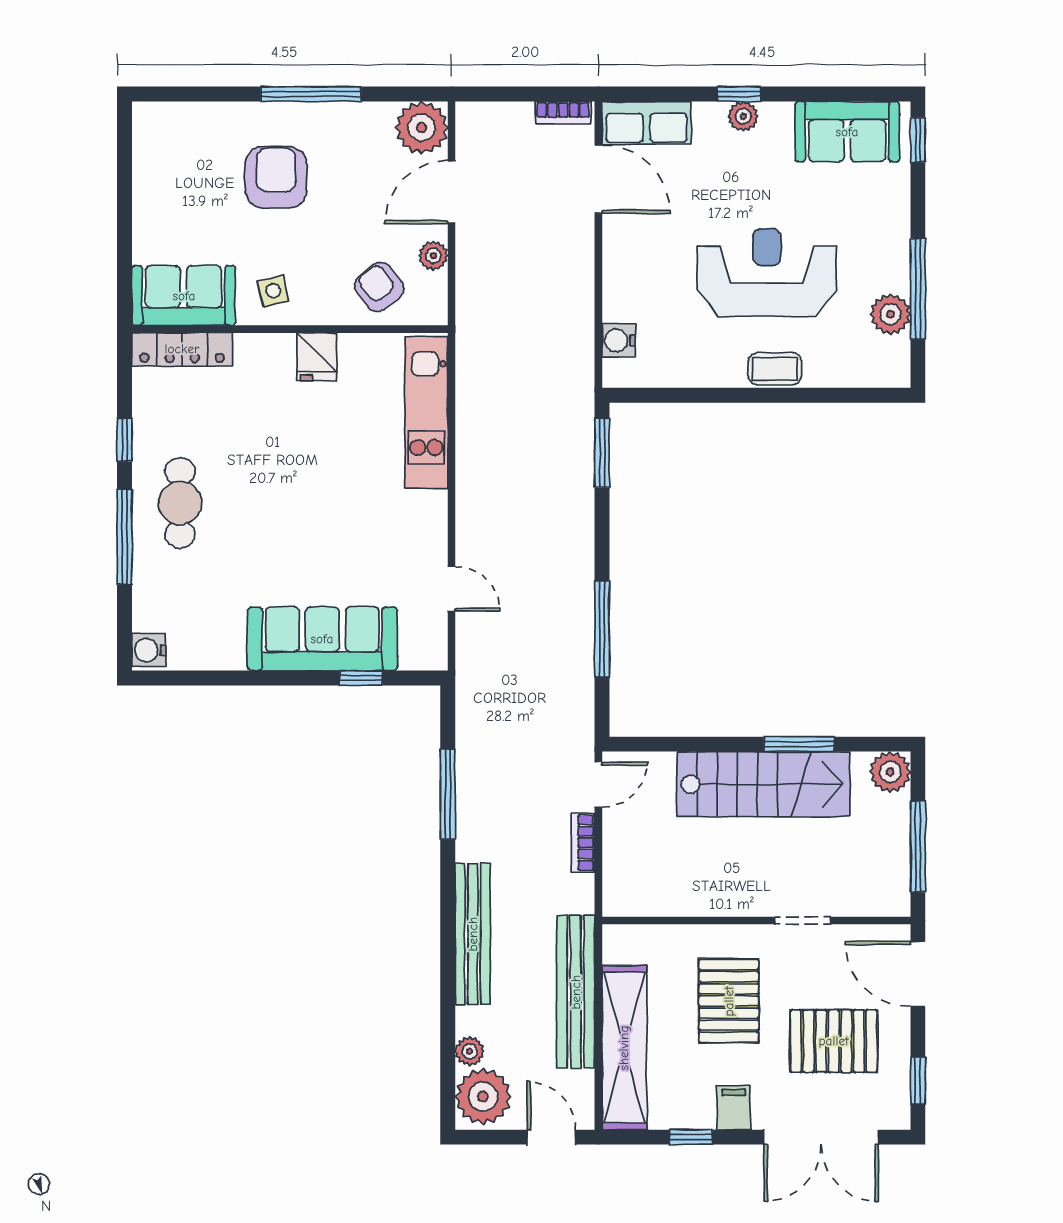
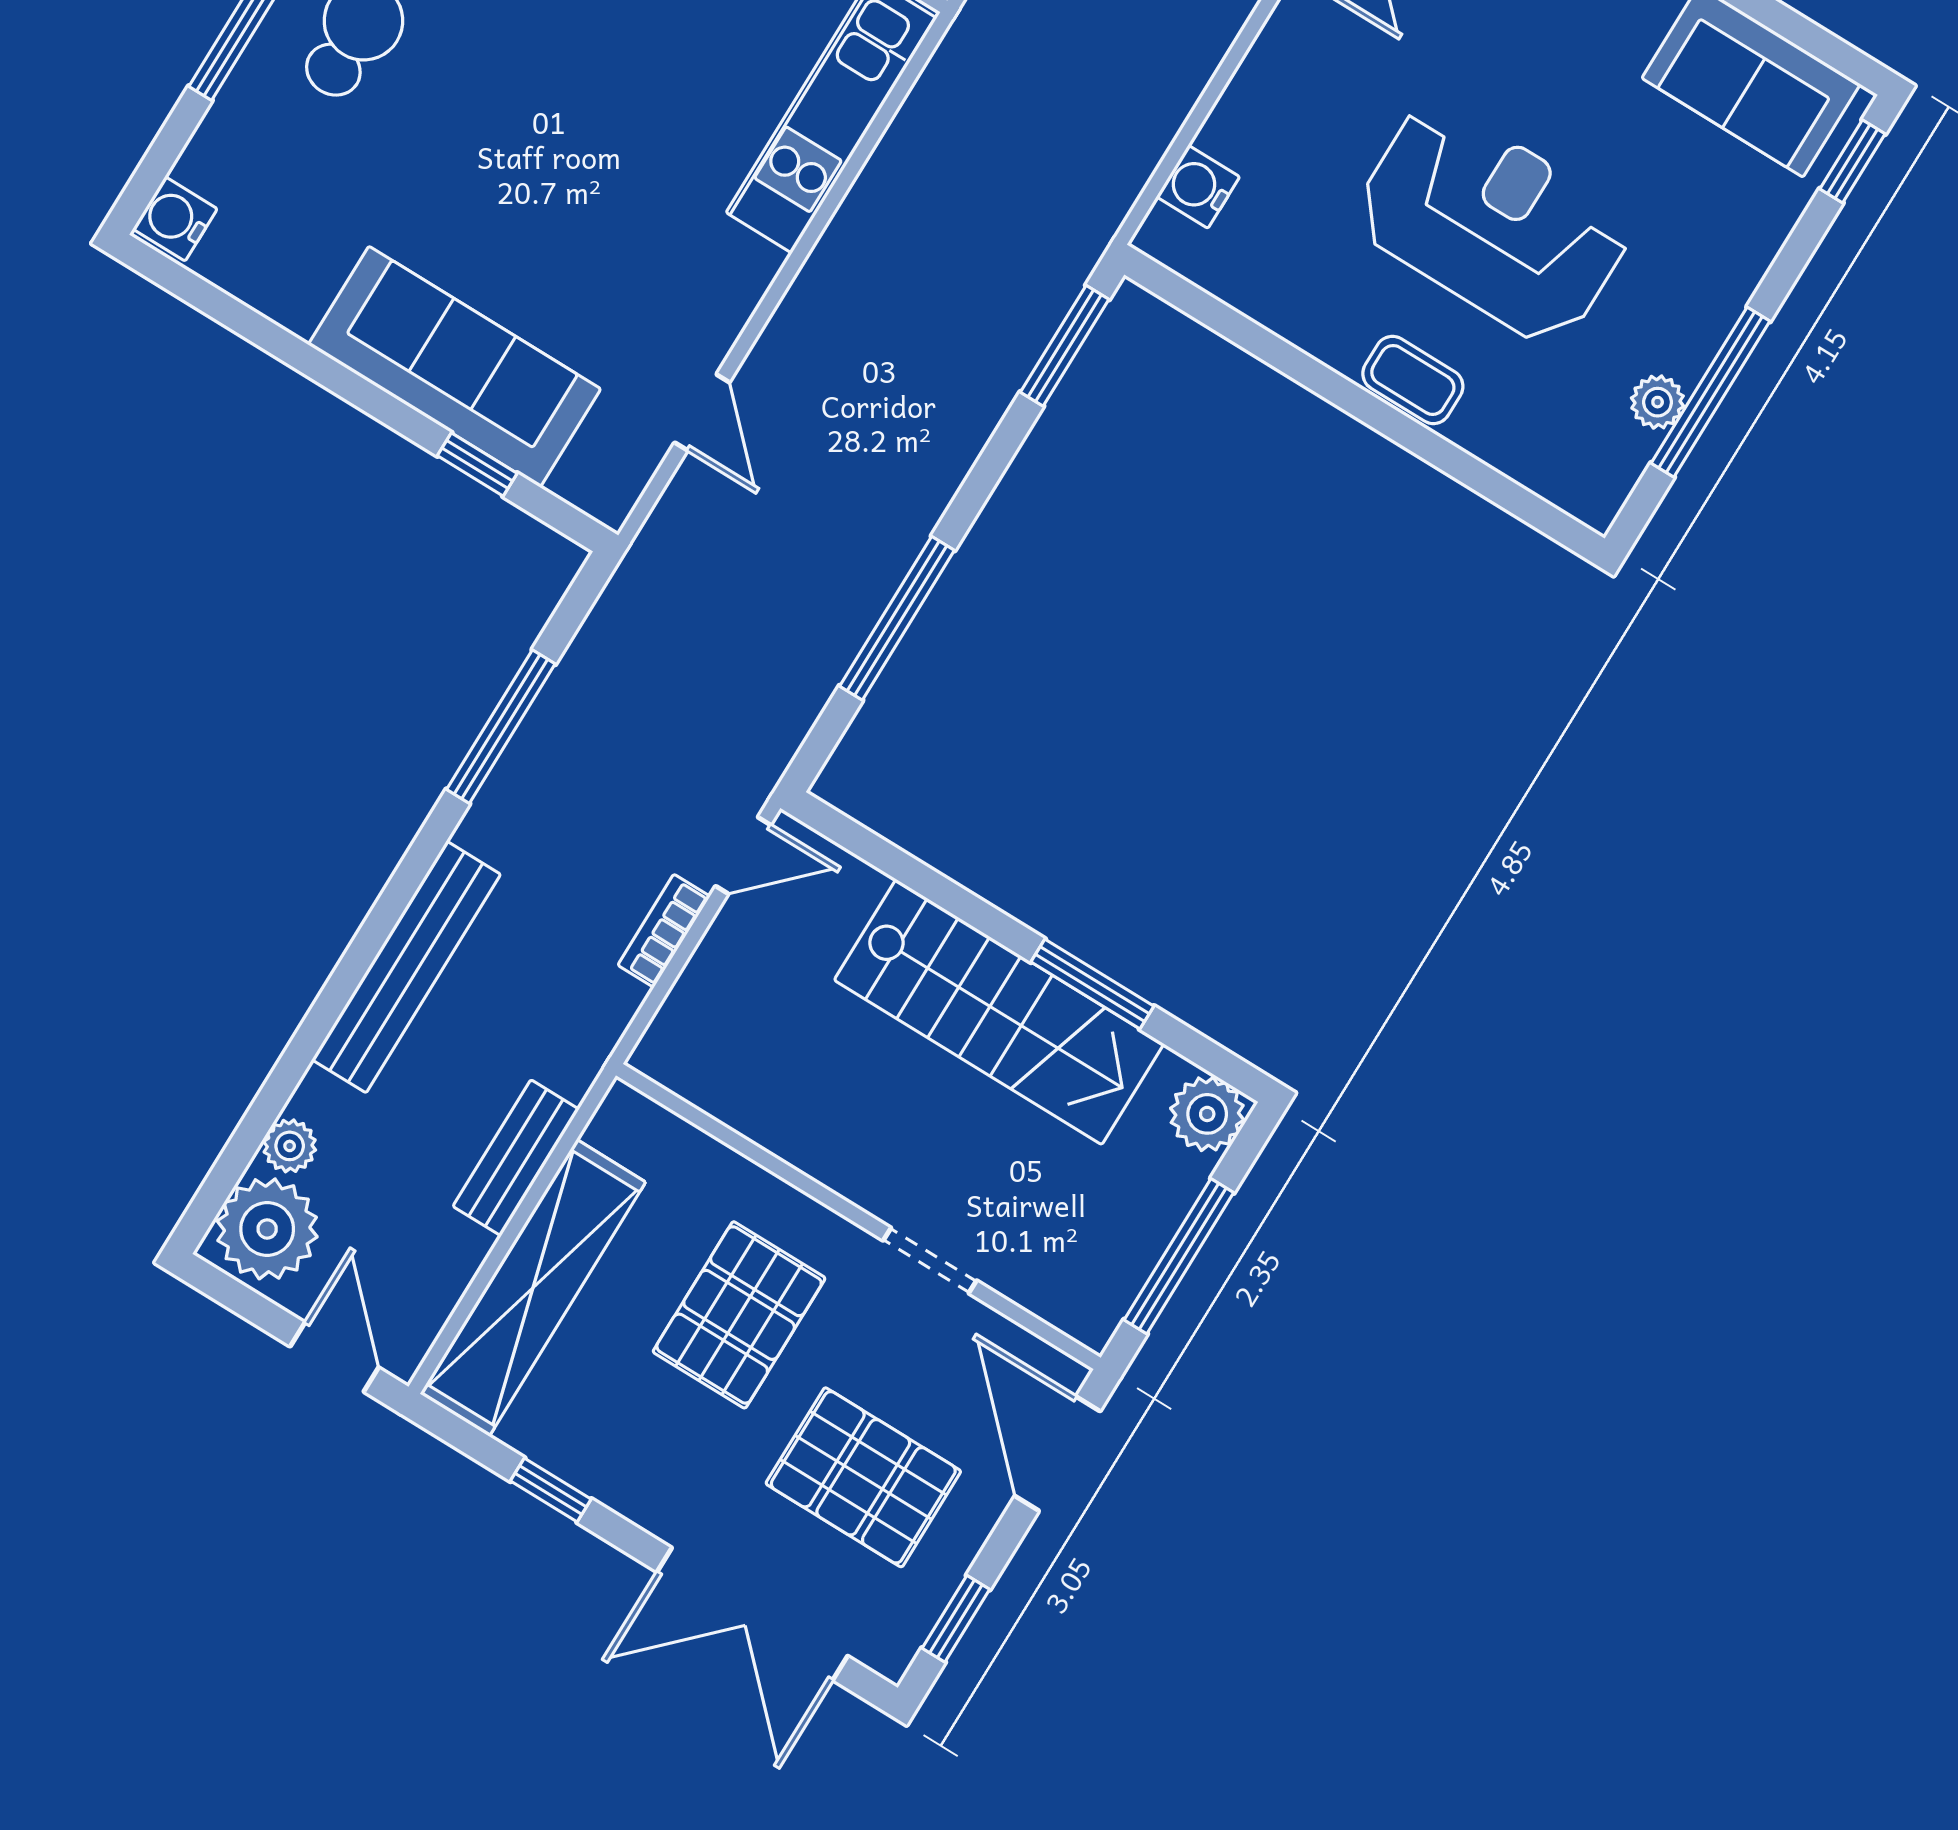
plant: (890, 314) -> (1658, 402), width x0.73, depth x0.73
bench: (576, 992) -> (516, 1158), width x0.54, depth x0.82
filing cabinet: (734, 1108) -> (645, 1485), removed

